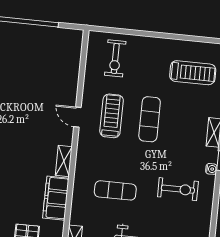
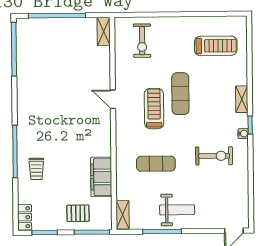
treadmill: (112, 116) -> (154, 109), moved
shelving: (64, 161) -> (104, 31), moved

